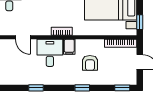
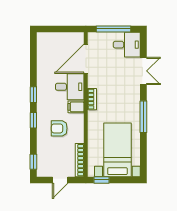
door: (23, 37) -> (86, 59), width x1.87
window: (36, 88) -> (33, 95), moved

